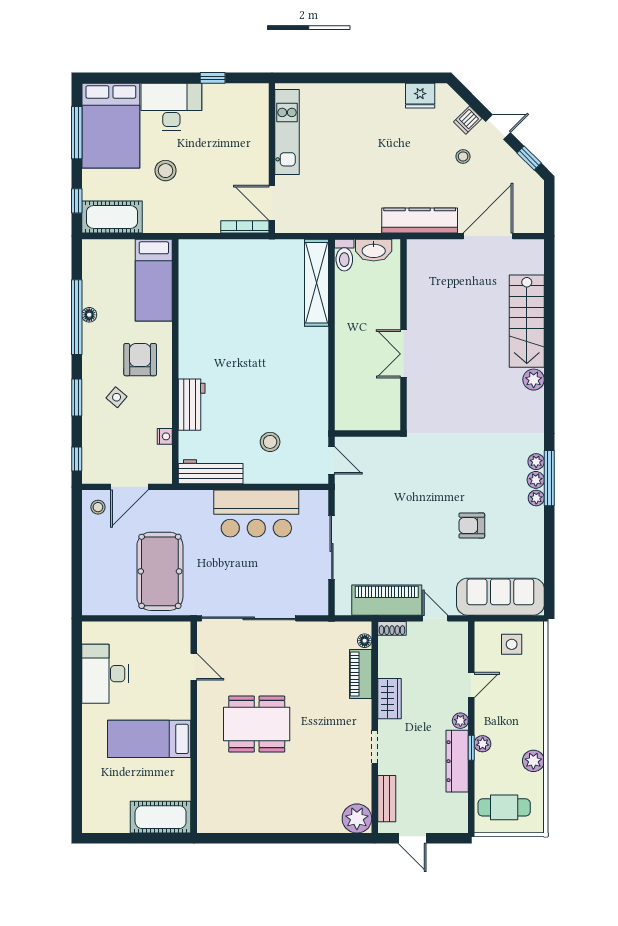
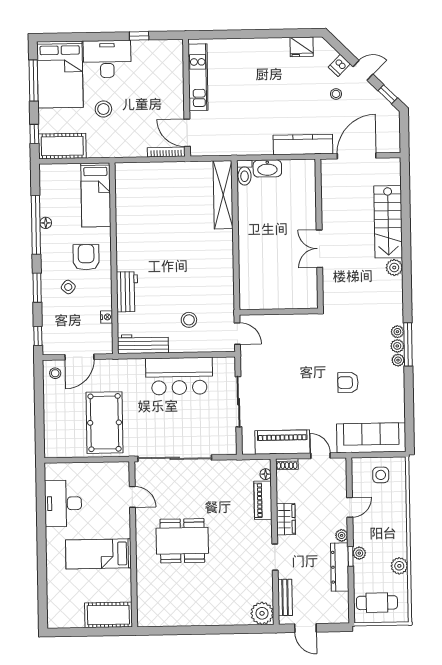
wall: (403, 335) -> (319, 234), moved
double door: (403, 354) -> (319, 249), moved

